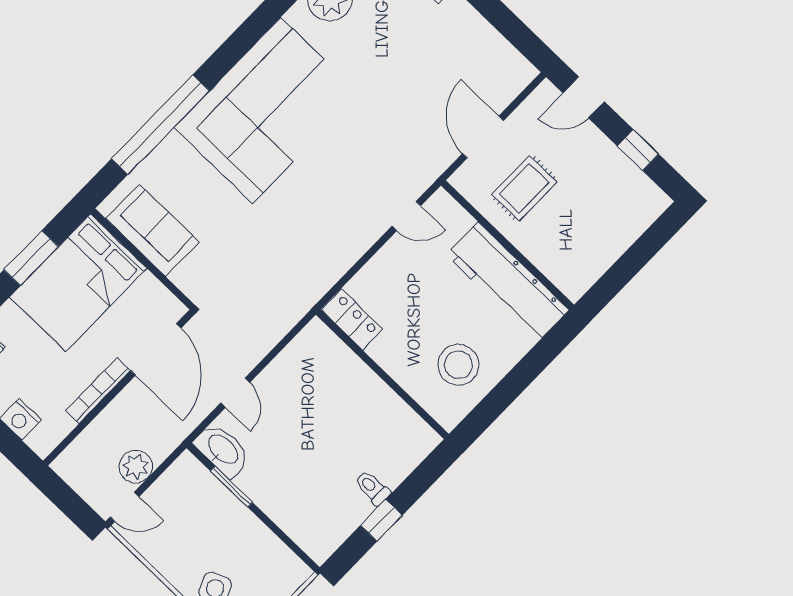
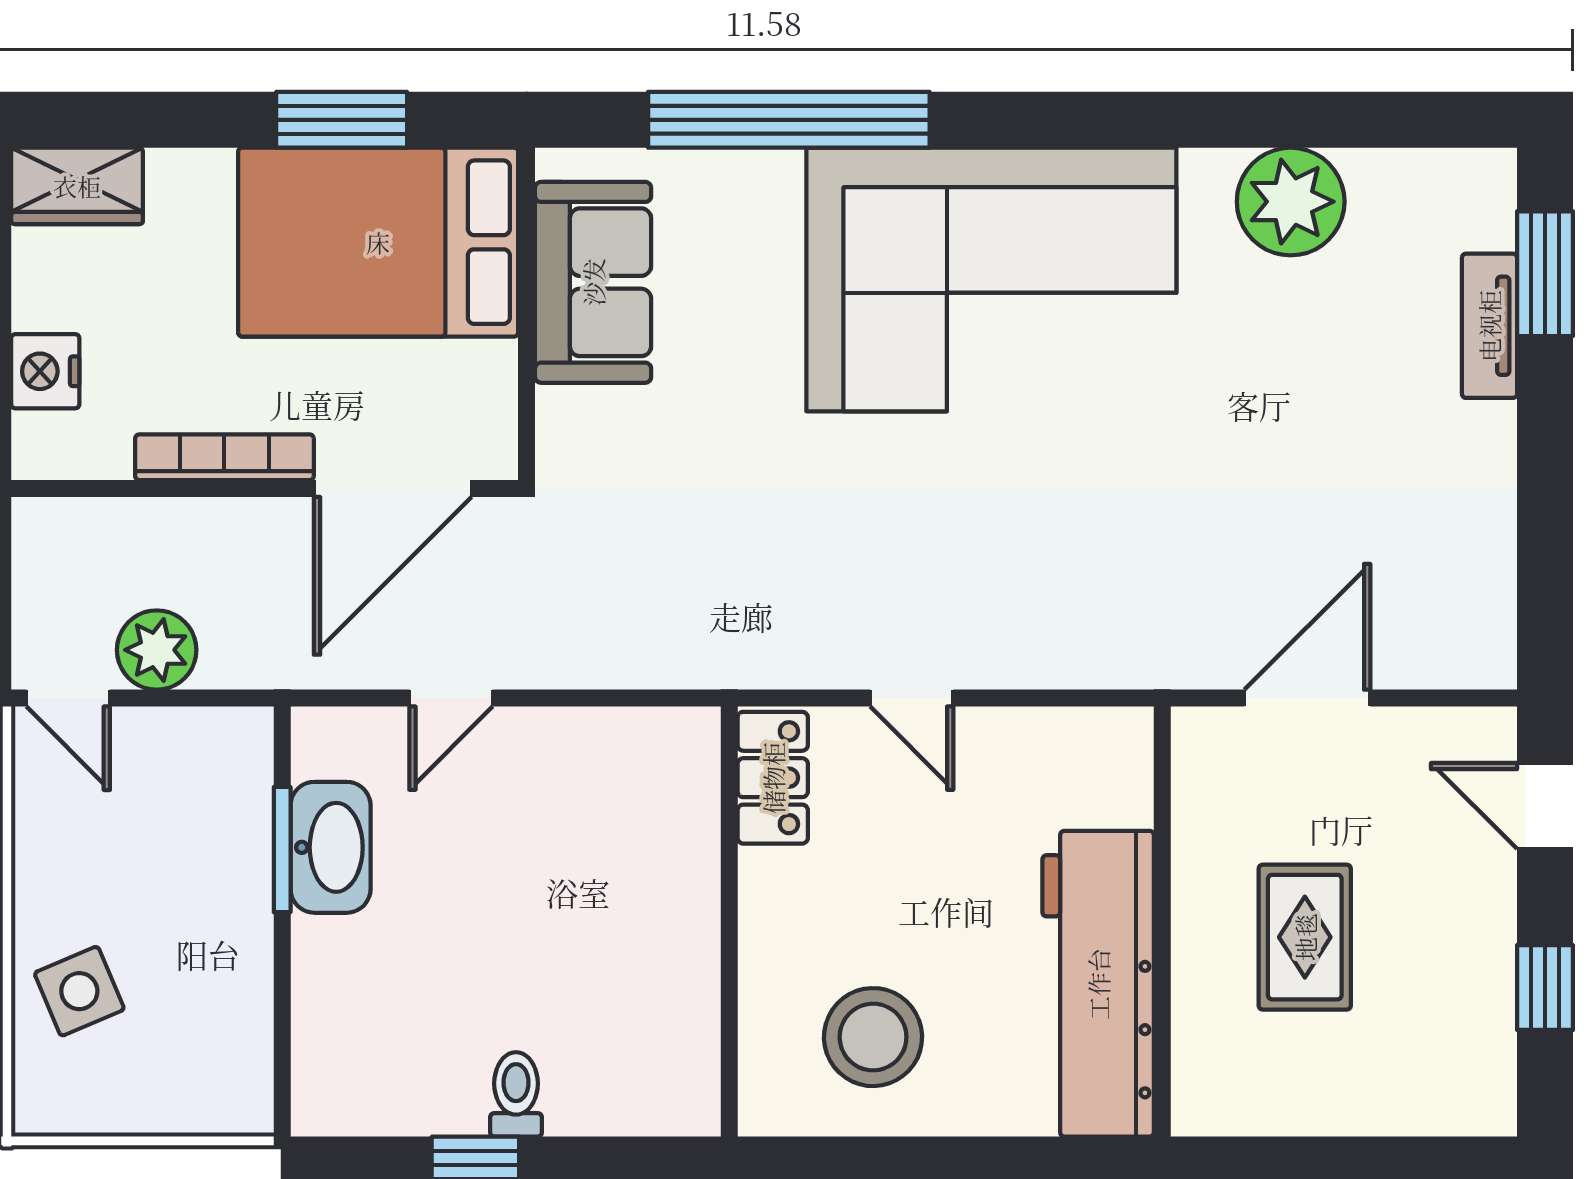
rug: (524, 188) -> (1305, 937), moved, turned 90
door: (406, 216) -> (912, 698), moved
washbasin: (222, 450) -> (331, 847), moved

